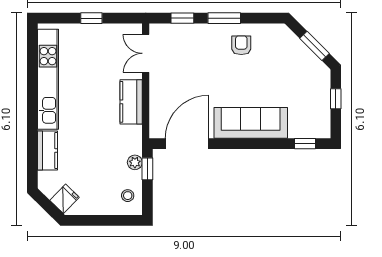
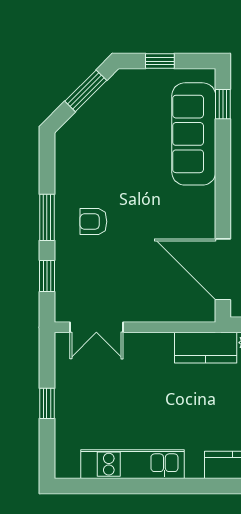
armchair: (241, 45) -> (93, 222), moved
kitchen unit: (48, 79) -> (132, 464), width x0.73
kitchen counter: (131, 102) -> (206, 348), moved
sofa: (251, 123) -> (194, 134), moved

